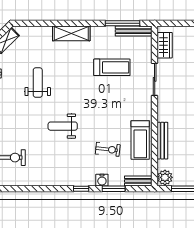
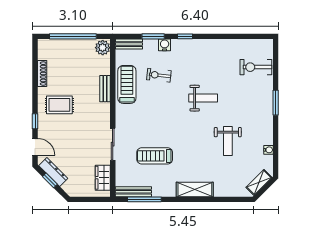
bench: (162, 141) -> (105, 89), width x0.73

